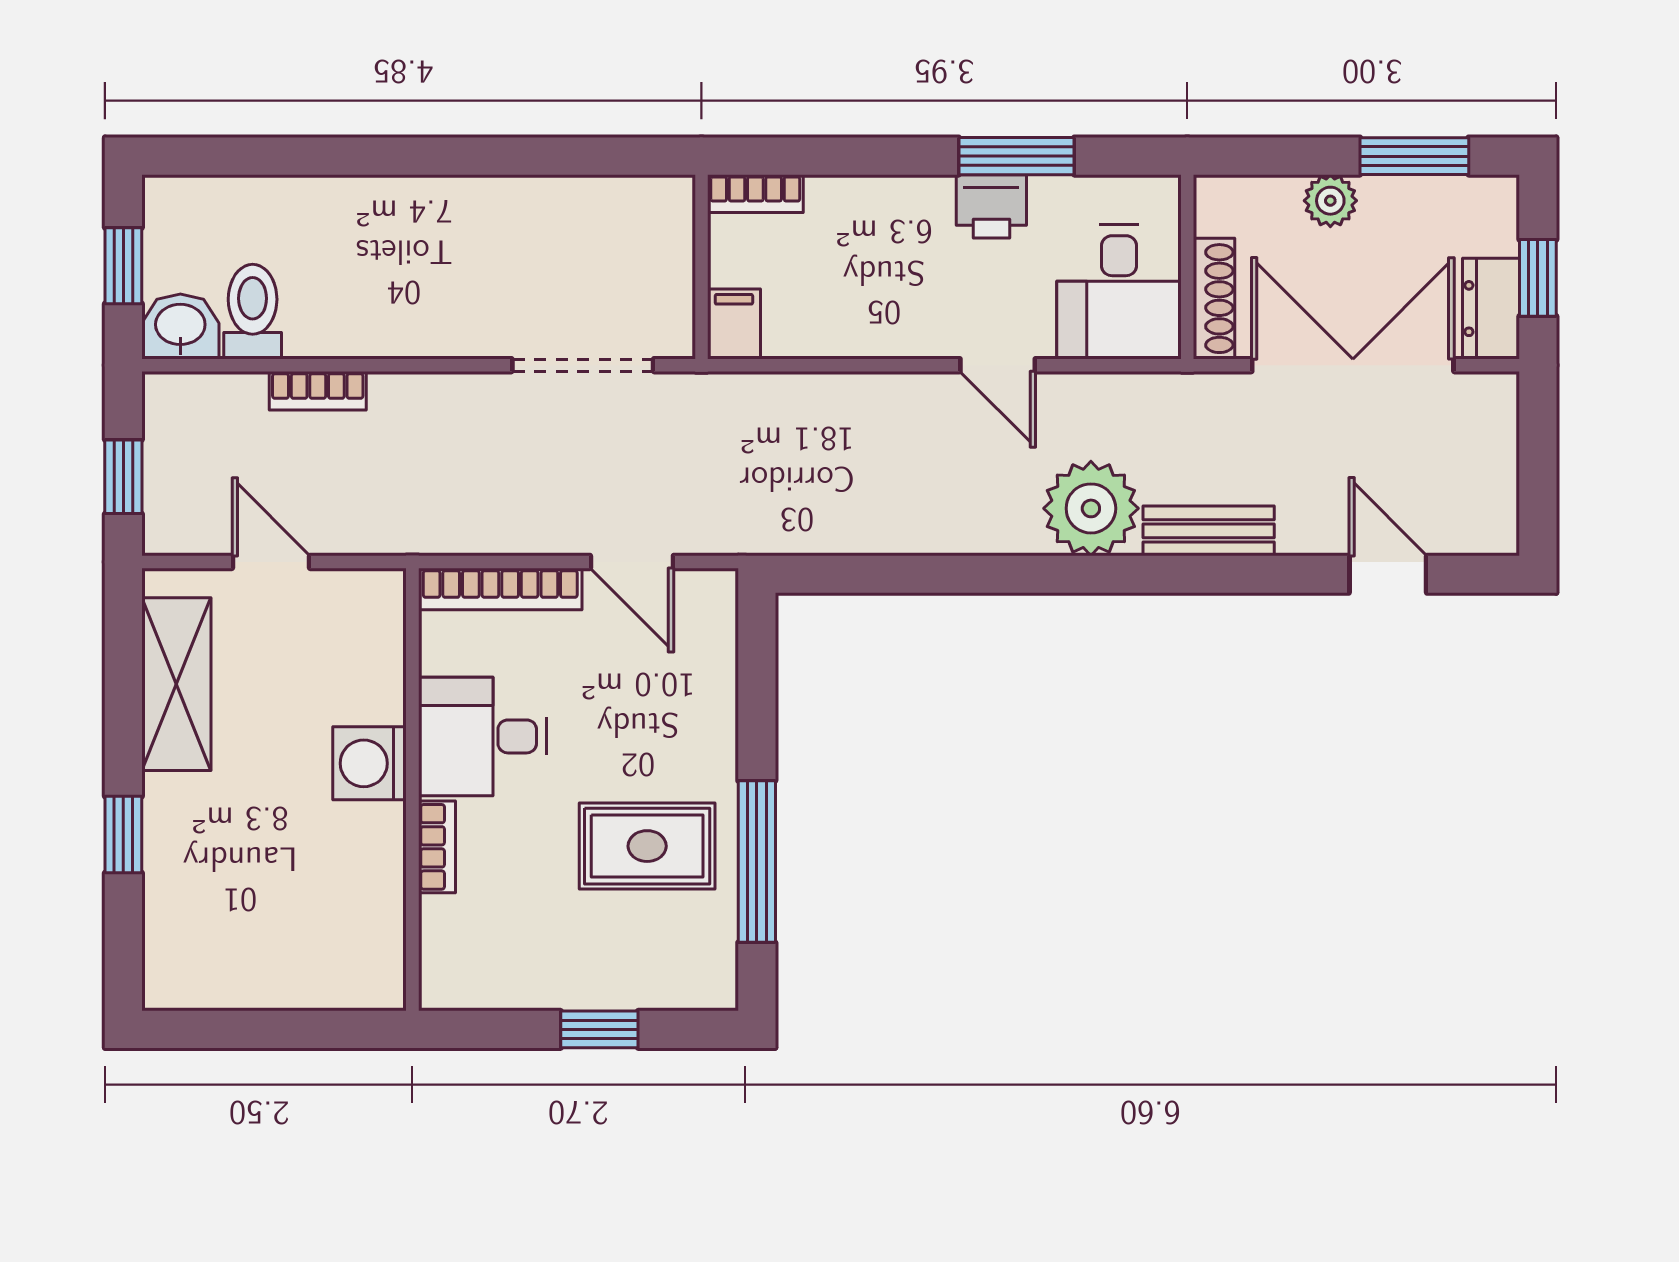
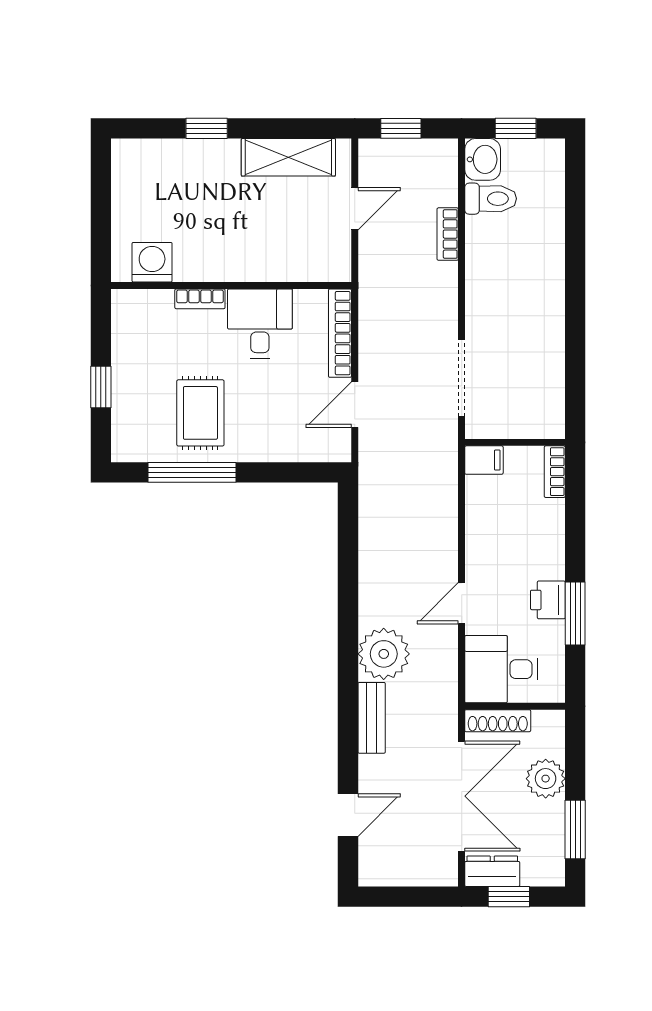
plant: (1330, 201) -> (546, 779), width x1.38, depth x1.38
washing machine: (370, 763) -> (152, 262), moved

